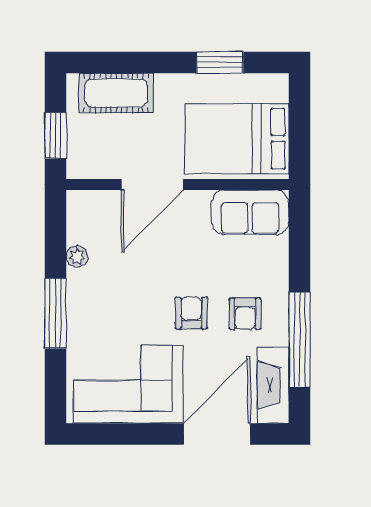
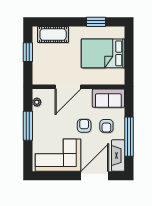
door: (152, 185) -> (68, 87), moved
wall: (178, 185) -> (78, 87), moved
sofa: (250, 212) -> (108, 98), moved

